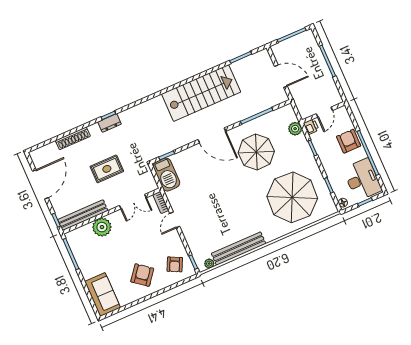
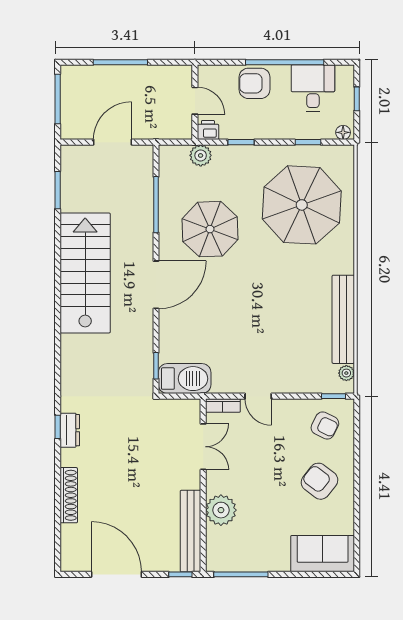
rug: (107, 169) -> (137, 464), removed
desk: (362, 179) -> (313, 88), width x0.73

